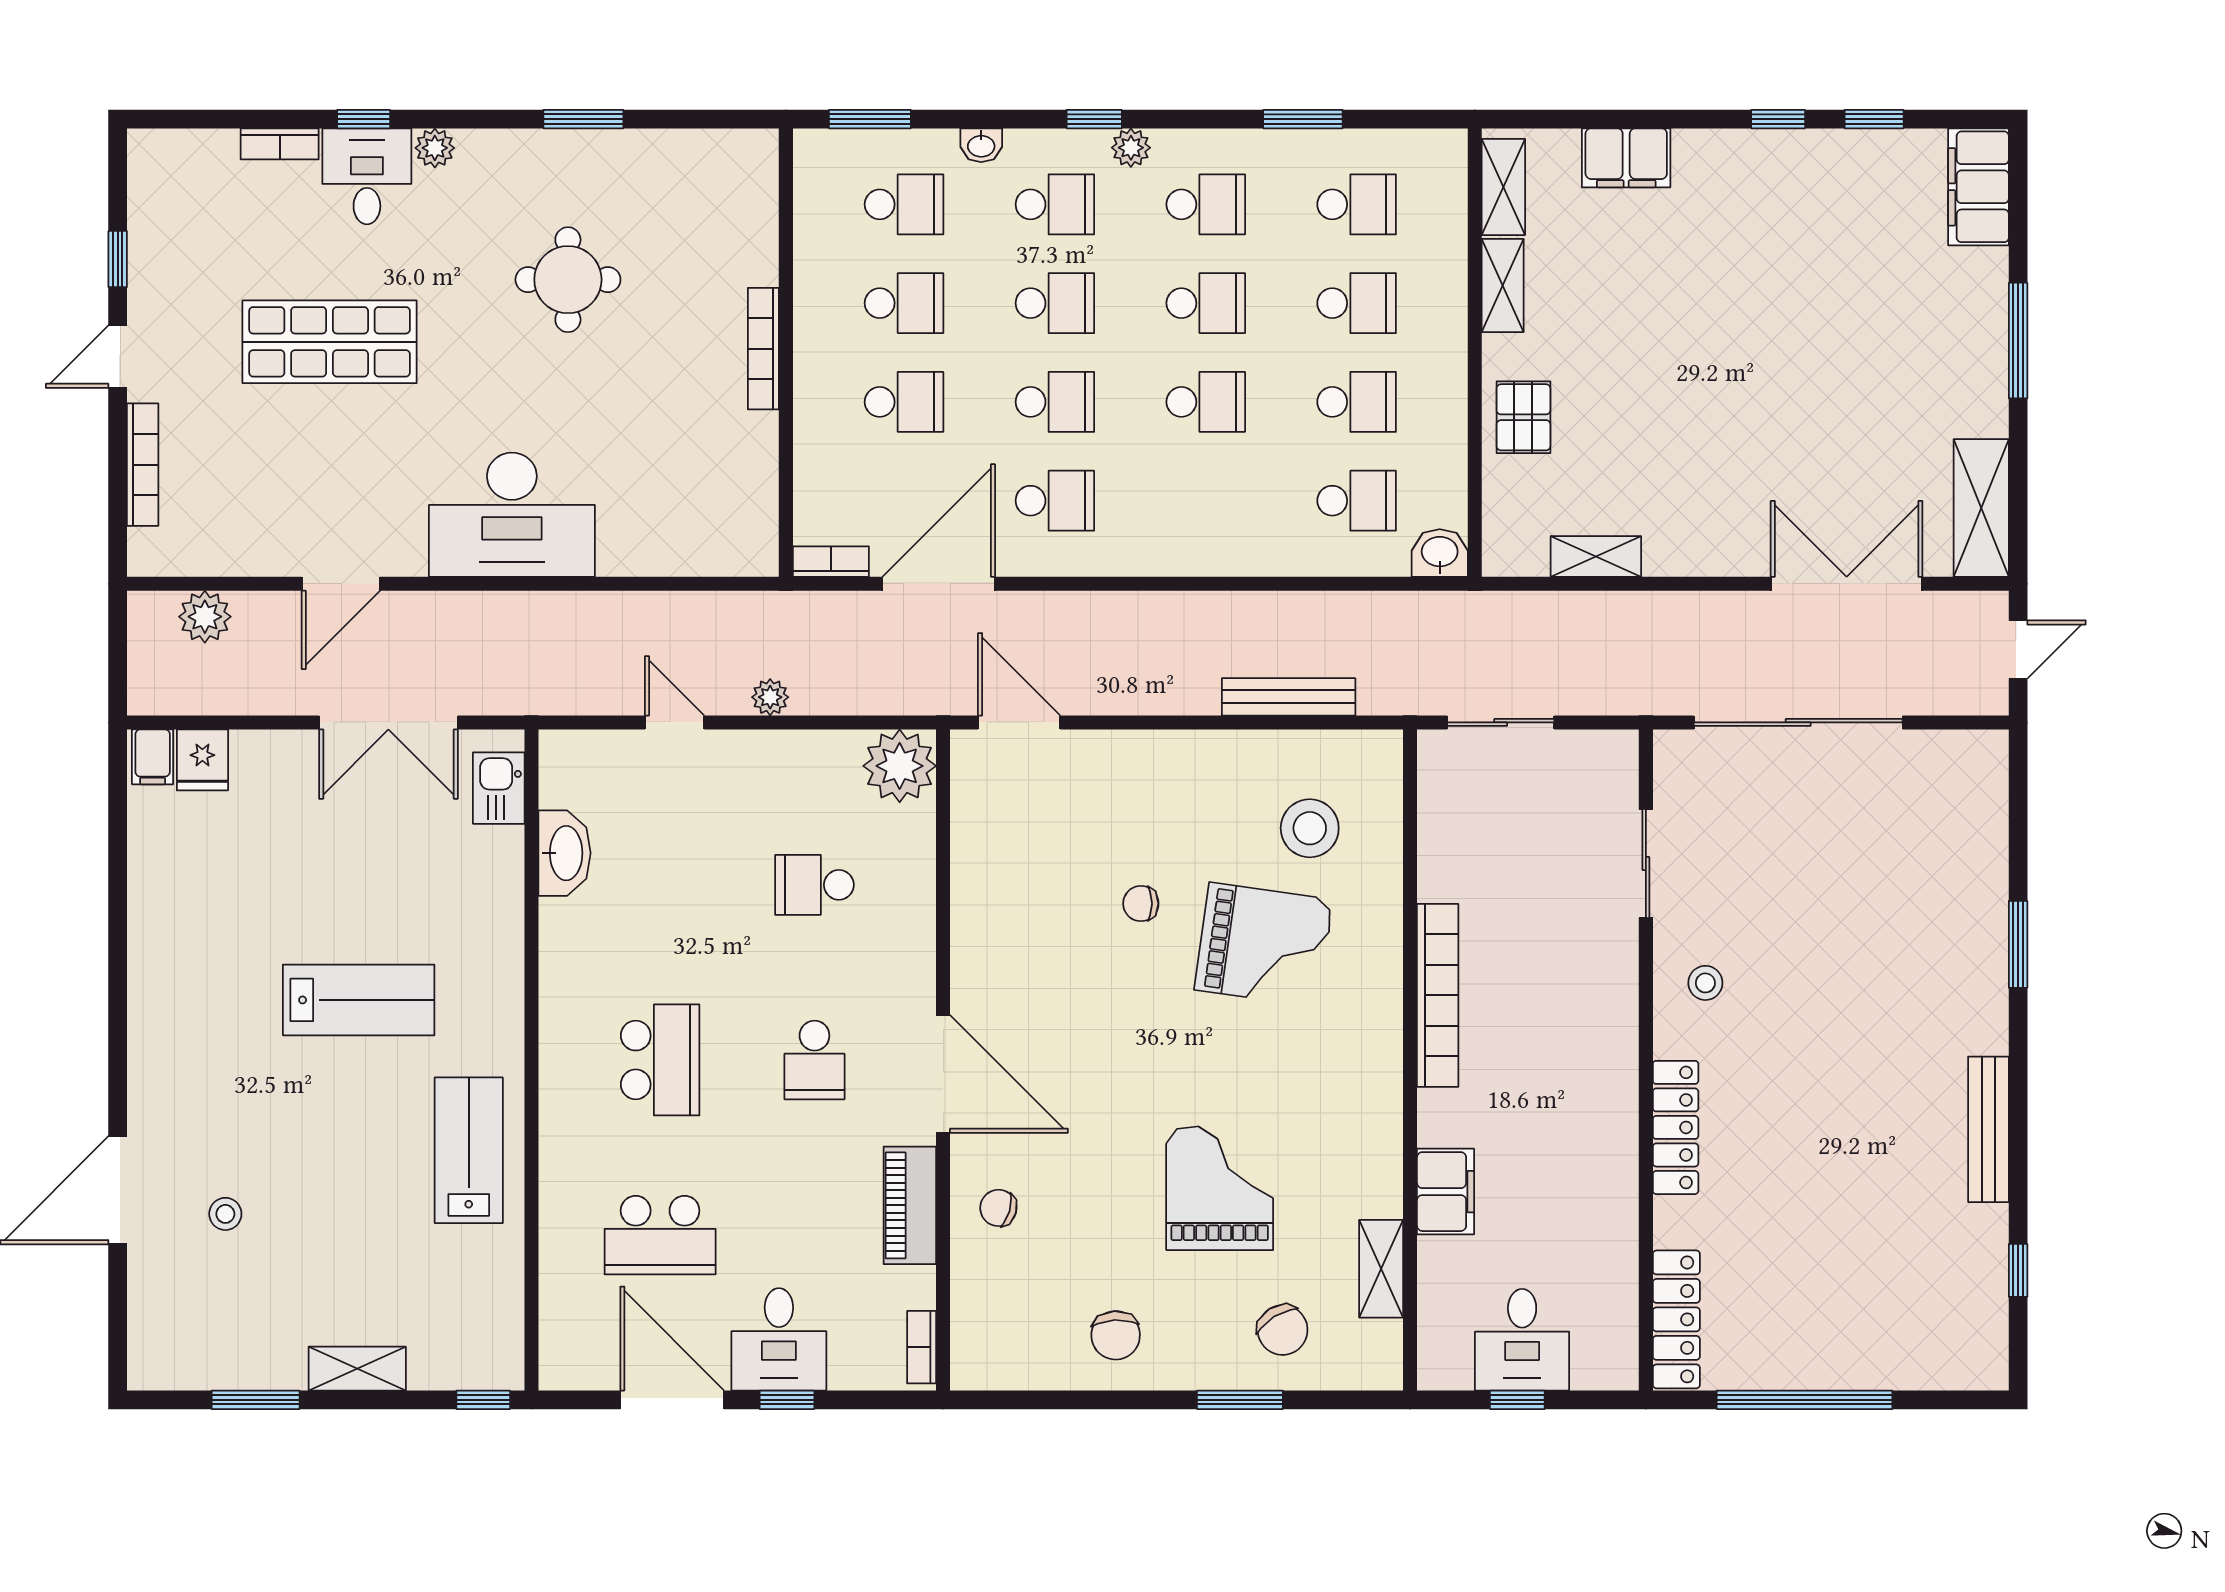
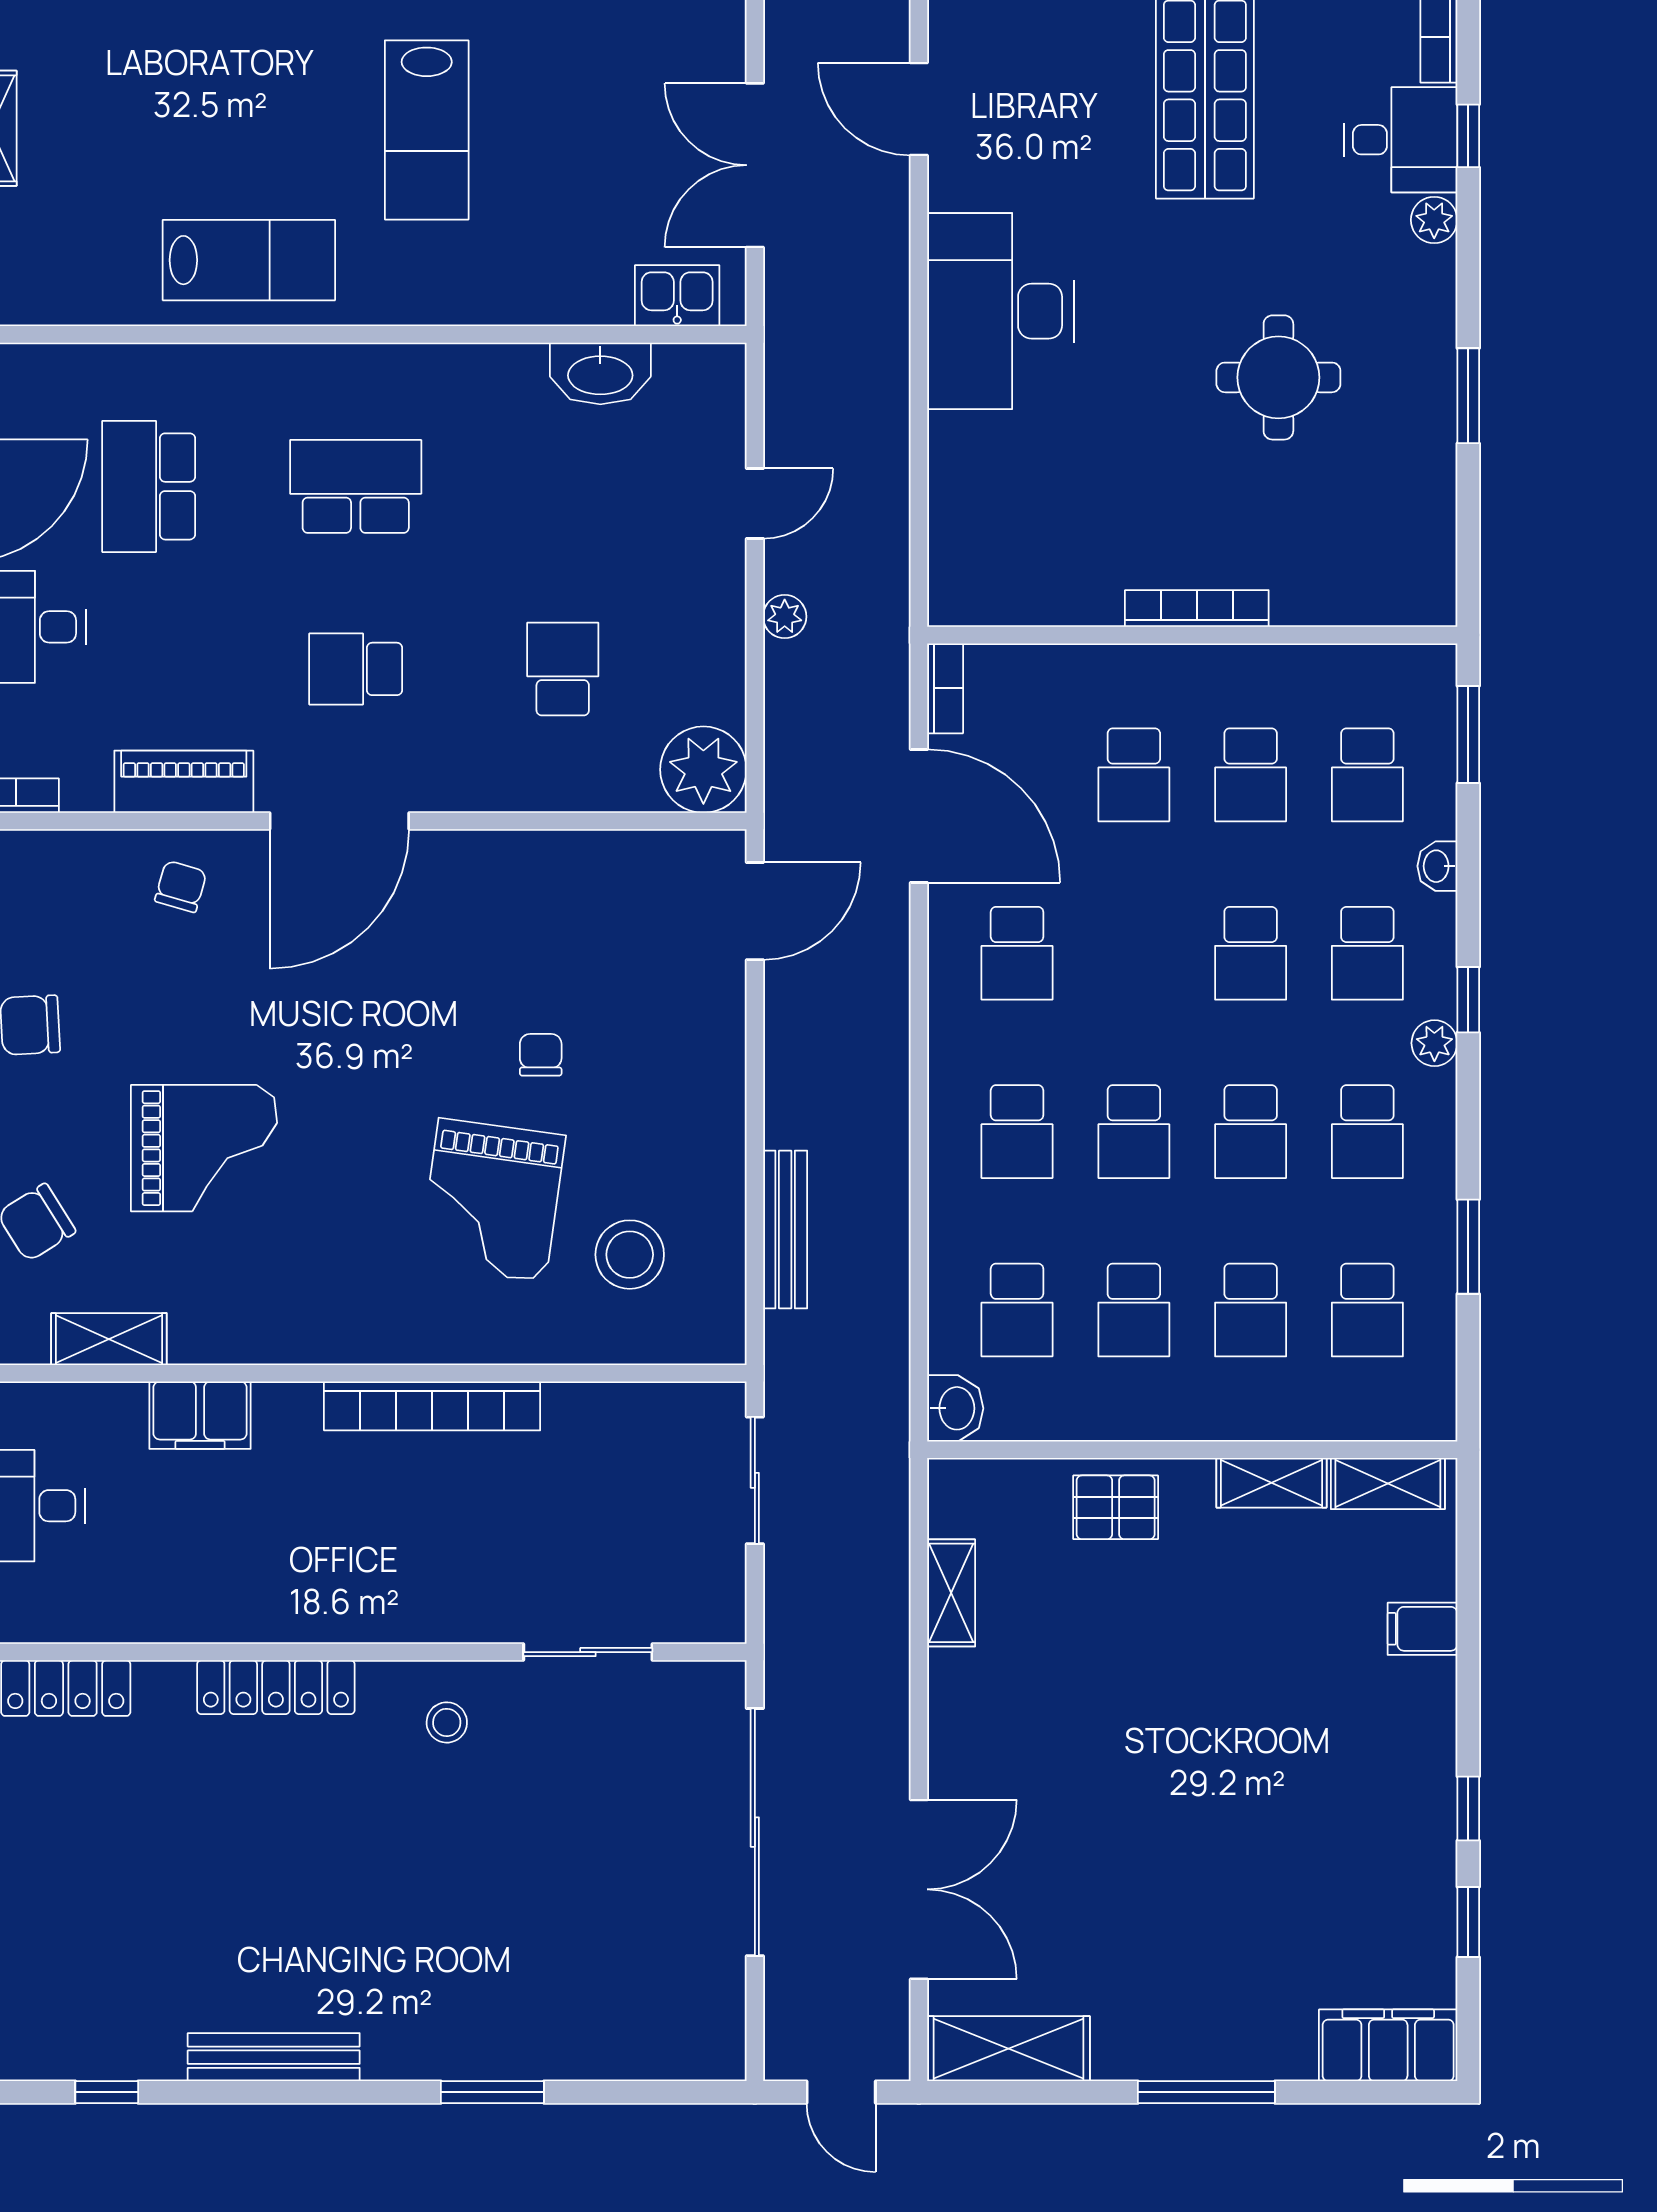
filing cabinet: (1626, 158) -> (1422, 1629), width x0.50
school desk: (1055, 402) -> (1017, 1132), moved
school desk: (660, 1060) -> (356, 486), turned 180

